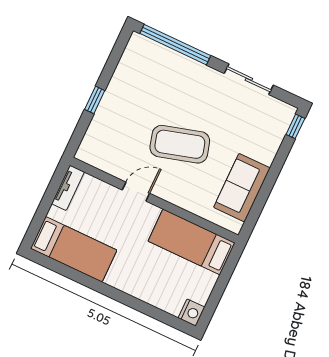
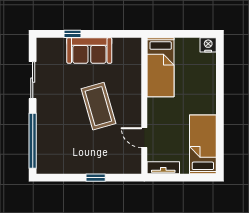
window: (295, 126) -> (72, 34), moved
sofa: (242, 188) -> (89, 50), moved
door: (136, 192) -> (144, 138), moved

